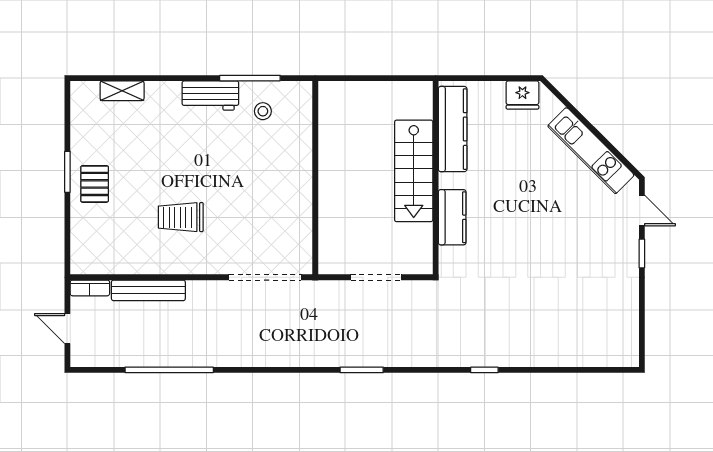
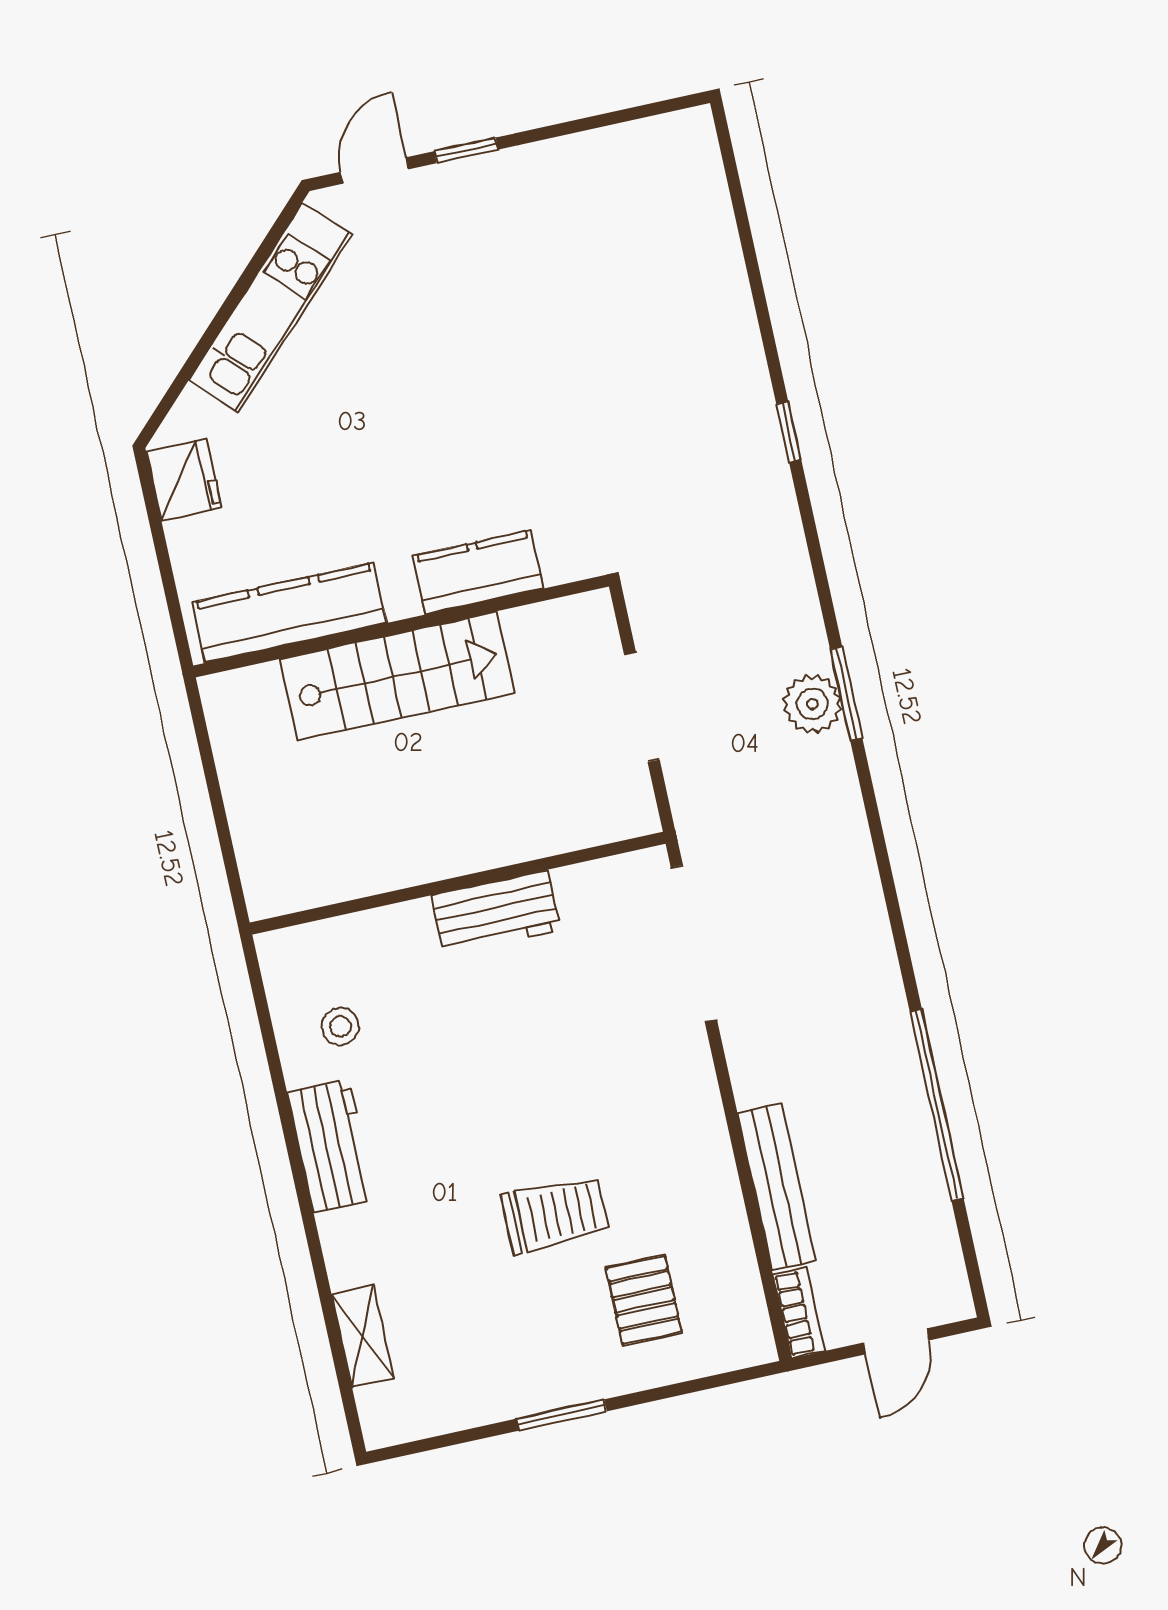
window: (250, 78) -> (276, 1069), removed
pallet: (95, 184) -> (644, 1300), moved, turned 90
workbench: (298, 192) -> (496, 913), added
trolley: (181, 217) -> (555, 1214), moved, turned -90
plant: (360, 354) -> (812, 704), added

